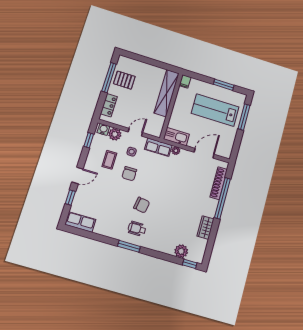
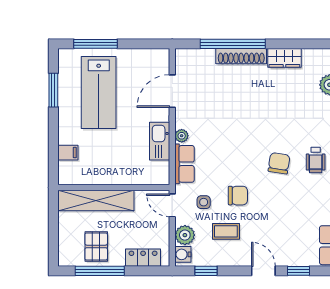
shelving: (167, 93) -> (96, 201), moved
wall: (171, 106) -> (114, 188), moved
door: (204, 153) -> (172, 91), hinge flipped
shoe rack: (219, 183) -> (241, 56), moved

